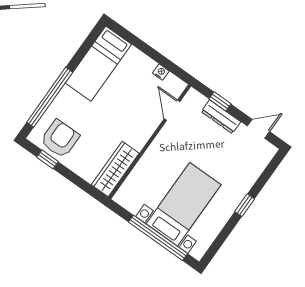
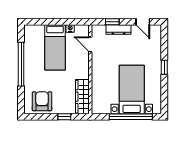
bed: (98, 64) -> (55, 47), moved
window: (50, 97) -> (21, 64), moved
door: (258, 129) -> (143, 22), swing flipped
window: (48, 159) -> (64, 117), moved

